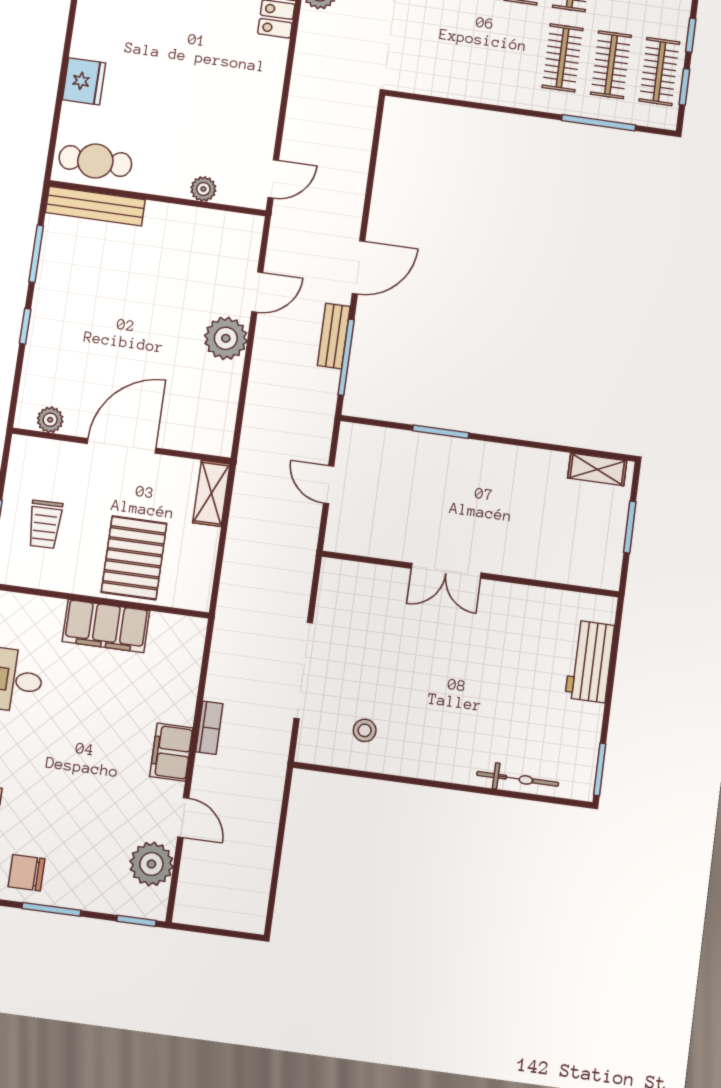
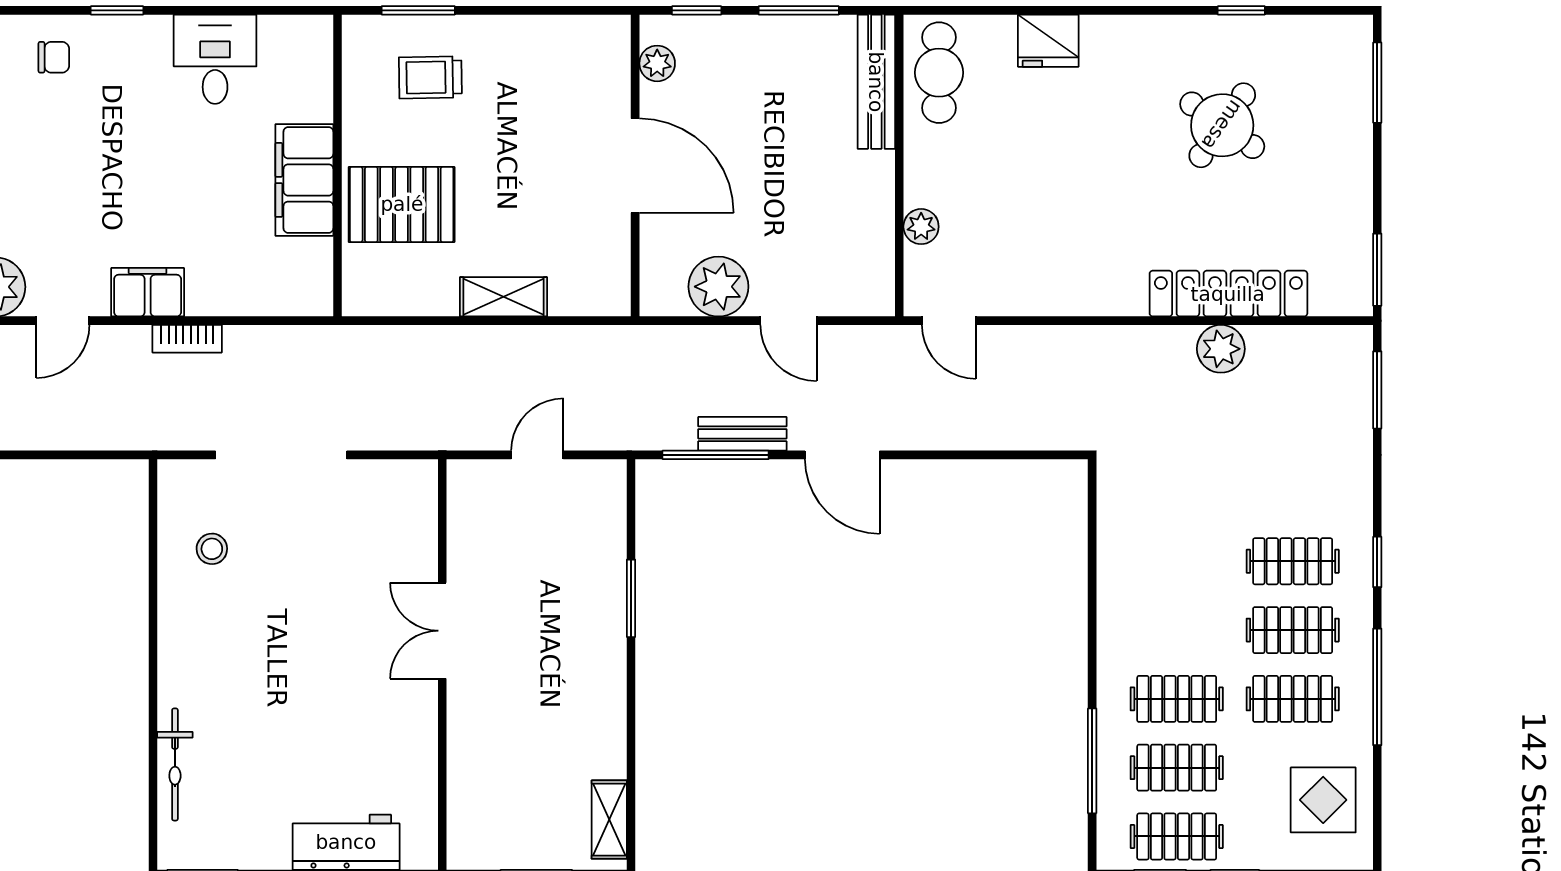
plant: (50, 420) -> (657, 63), moved
door: (122, 446) -> (635, 166), moved
wall: (122, 446) -> (635, 166), moved

